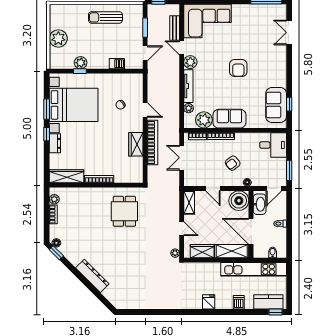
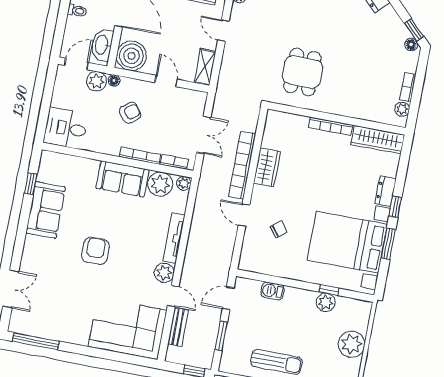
sofa: (276, 105) -> (46, 210), moved
plant: (189, 108) -> (184, 183), moved
window: (289, 170) -> (49, 86), removed
plant: (259, 180) -> (97, 81), added

